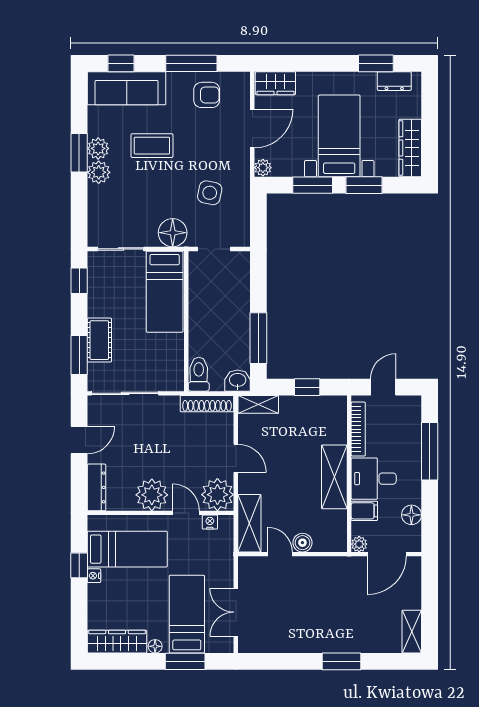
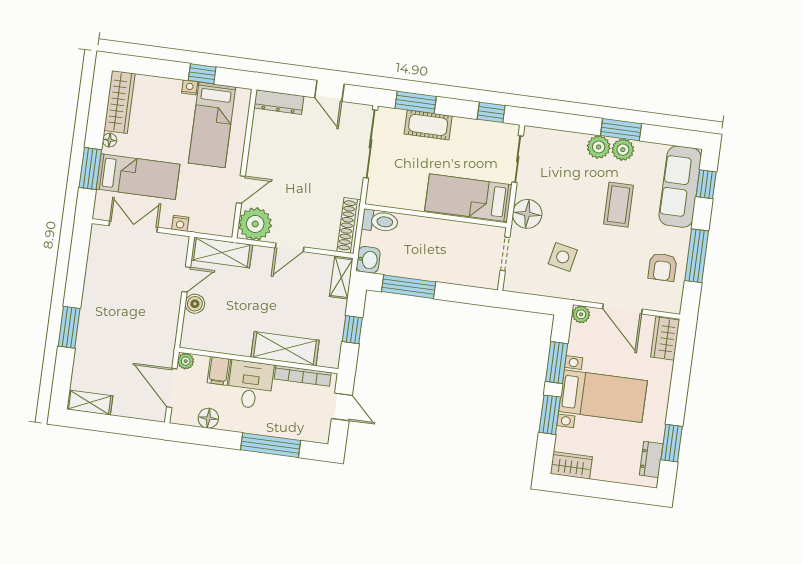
wardrobe: (410, 148) -> (571, 465), width x0.67
shelving: (334, 477) -> (285, 349), moved
plant: (152, 495) -> (264, 157), removed
nightstand: (210, 522) -> (180, 223), moved, turned 90

